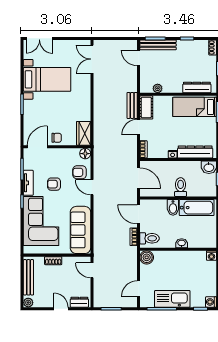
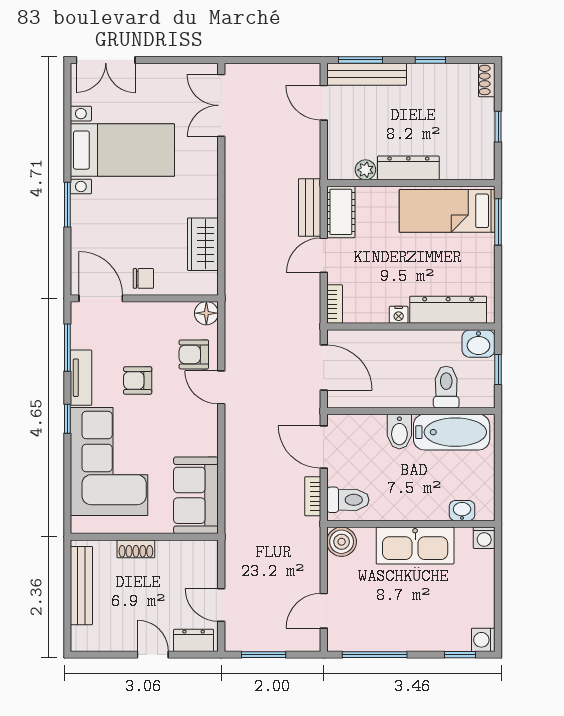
dresser: (197, 87) -> (408, 168), moved
wardrobe: (84, 133) -> (203, 244), moved
door: (37, 147) -> (101, 298), hinge flipped
toilet: (181, 187) -> (446, 387), moved
sofa: (80, 230) -> (196, 495), width x0.73
washbasin: (182, 243) -> (462, 511), moved
door: (92, 270) -> (221, 605), moved
kitchen sink: (172, 299) -> (415, 546), moved, turned 180
plant: (28, 303) -> (81, 641), removed

